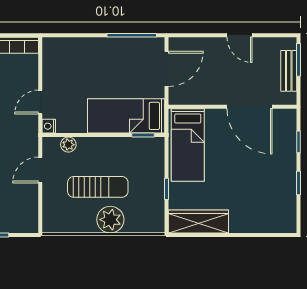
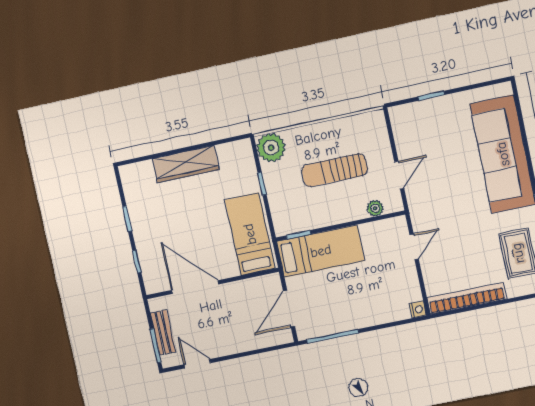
door: (240, 35) -> (197, 364), moved
nightstand: (49, 126) -> (418, 309), moved
plant: (110, 220) -> (271, 148), moved
wardrobe: (198, 221) -> (186, 164), moved

